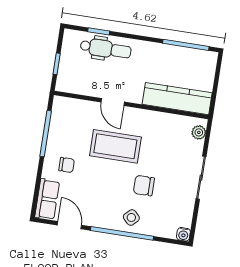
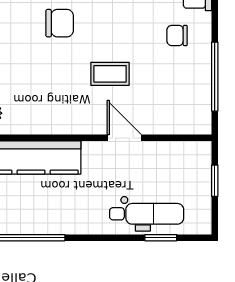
dental chair: (106, 49) -> (147, 214), turned 180
coffee table: (115, 146) -> (110, 74), width x0.54, depth x0.58

